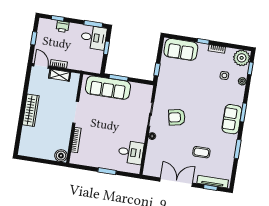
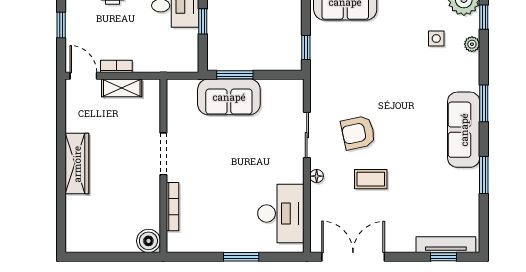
sofa: (108, 88) -> (229, 97), width x0.73
sofa: (232, 119) -> (464, 130), width x1.36
desk: (131, 152) -> (281, 213), width x1.37
coffee table: (201, 152) -> (371, 179), moved
double door: (176, 182) -> (353, 257), moved

